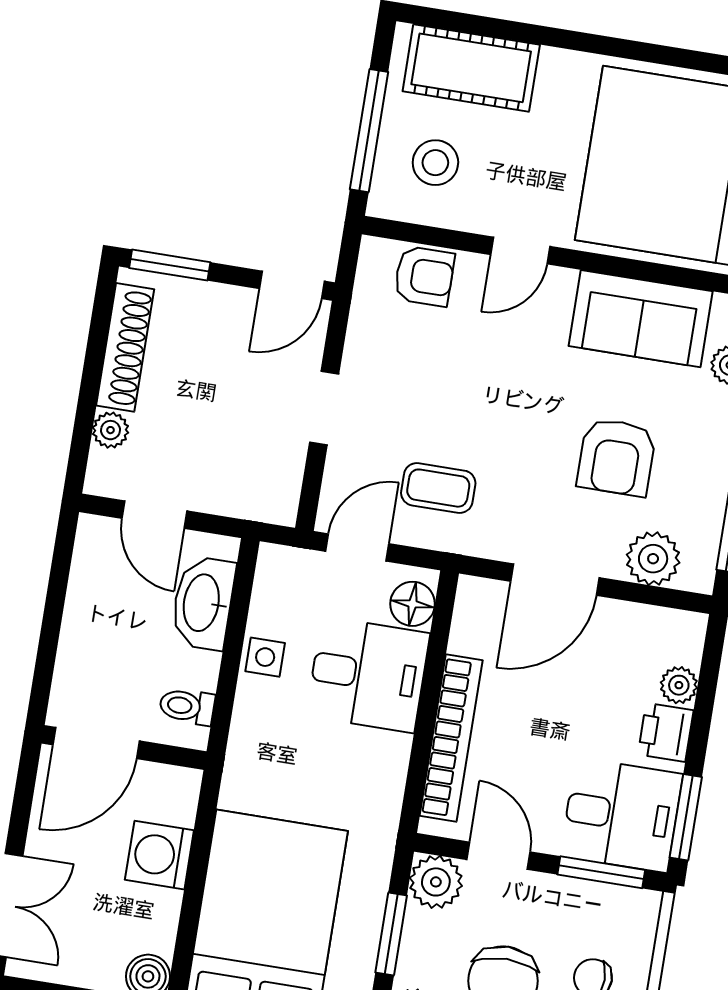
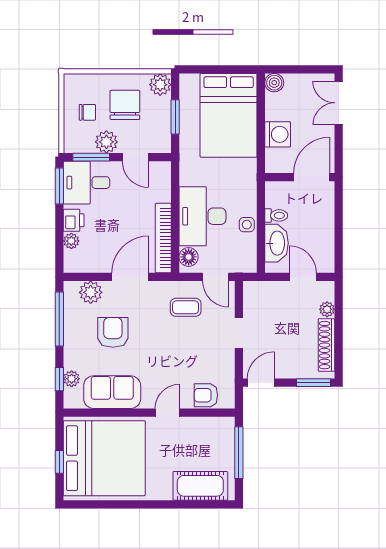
stool: (435, 163) -> (209, 444), removed
door: (357, 548) -> (216, 277), hinge flipped
desk: (368, 675) -> (202, 216), width x1.37
toilet: (187, 706) -> (276, 215), moved
bookcase: (451, 738) -> (163, 238), moved
plant: (436, 882) -> (106, 142), moved

